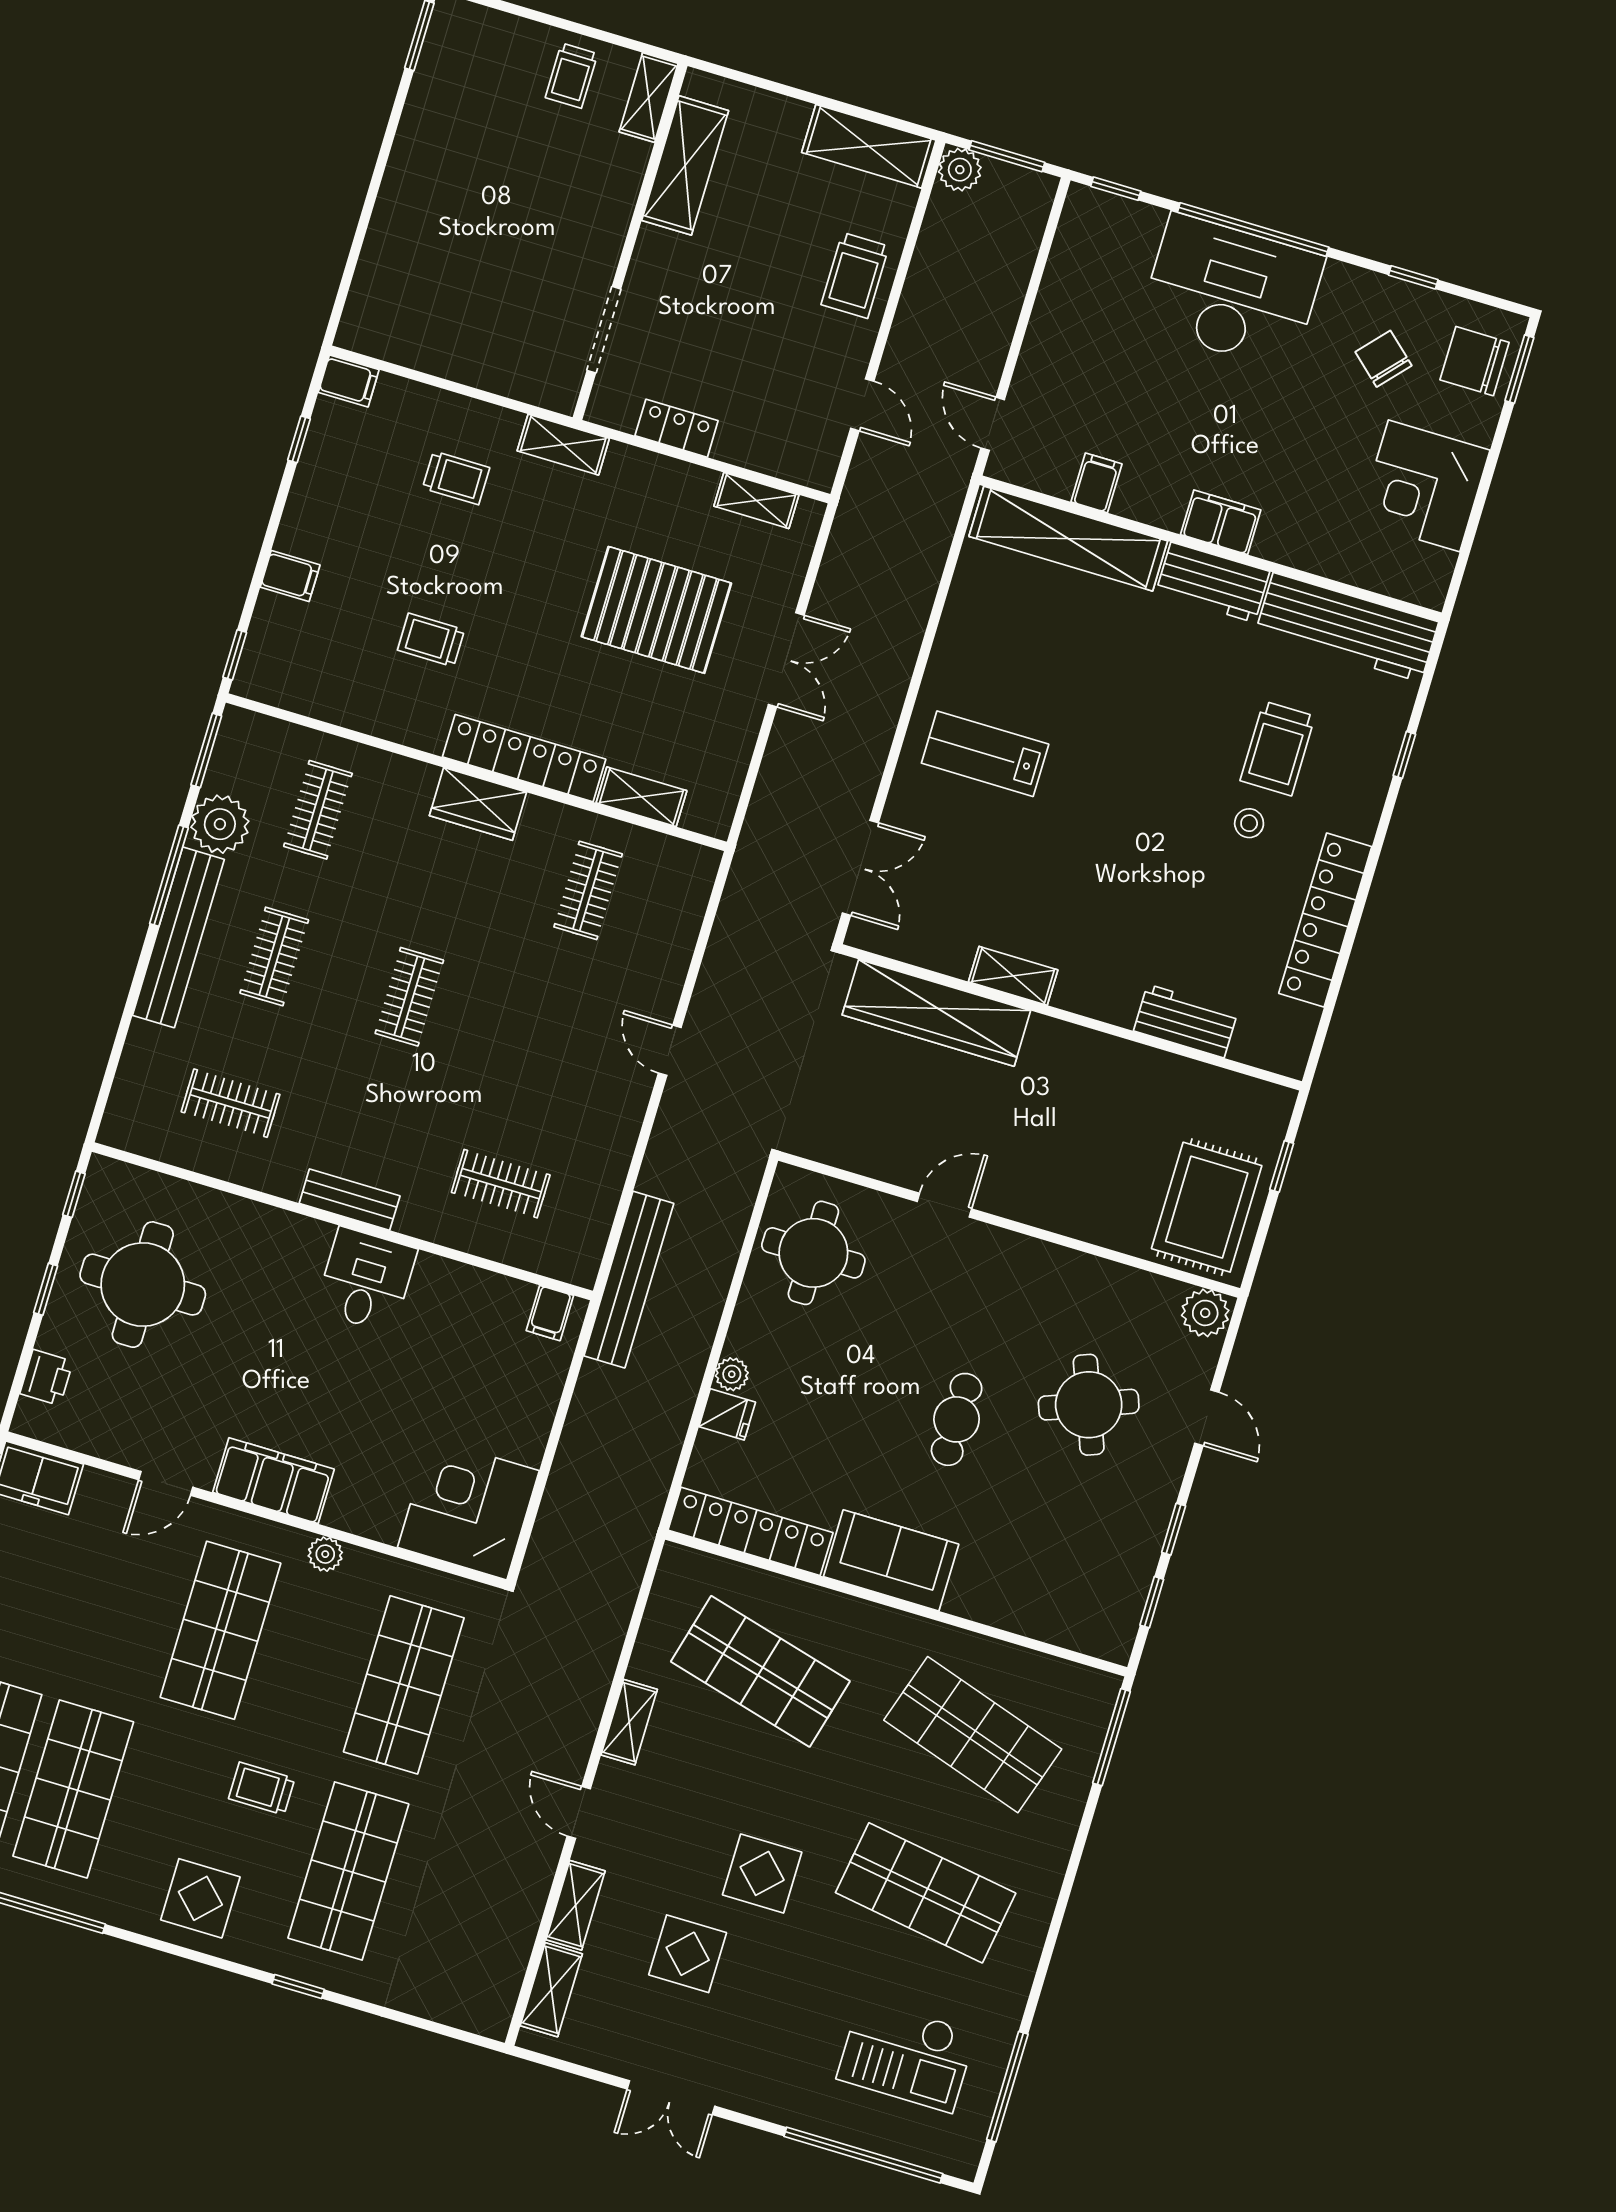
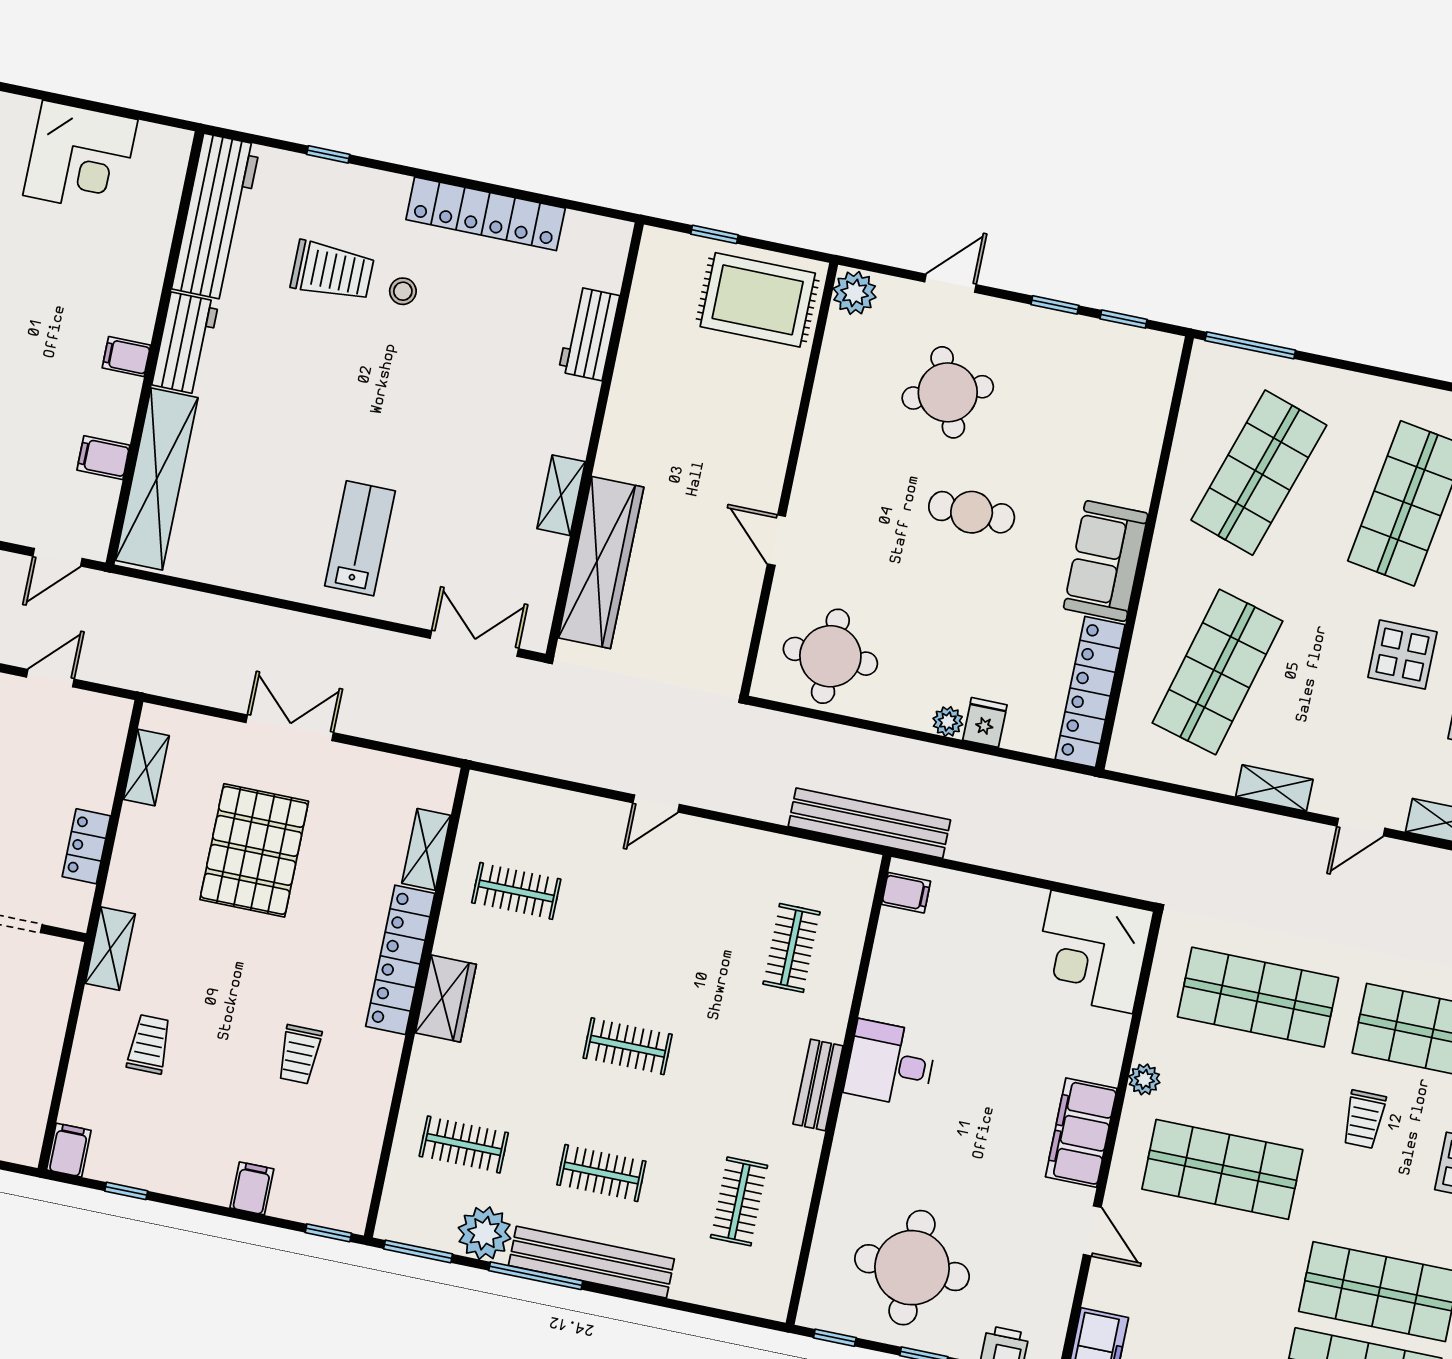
filing cabinet: (1221, 522) -> (126, 357), width x0.50
lab bench: (985, 754) -> (360, 538), turned 180

